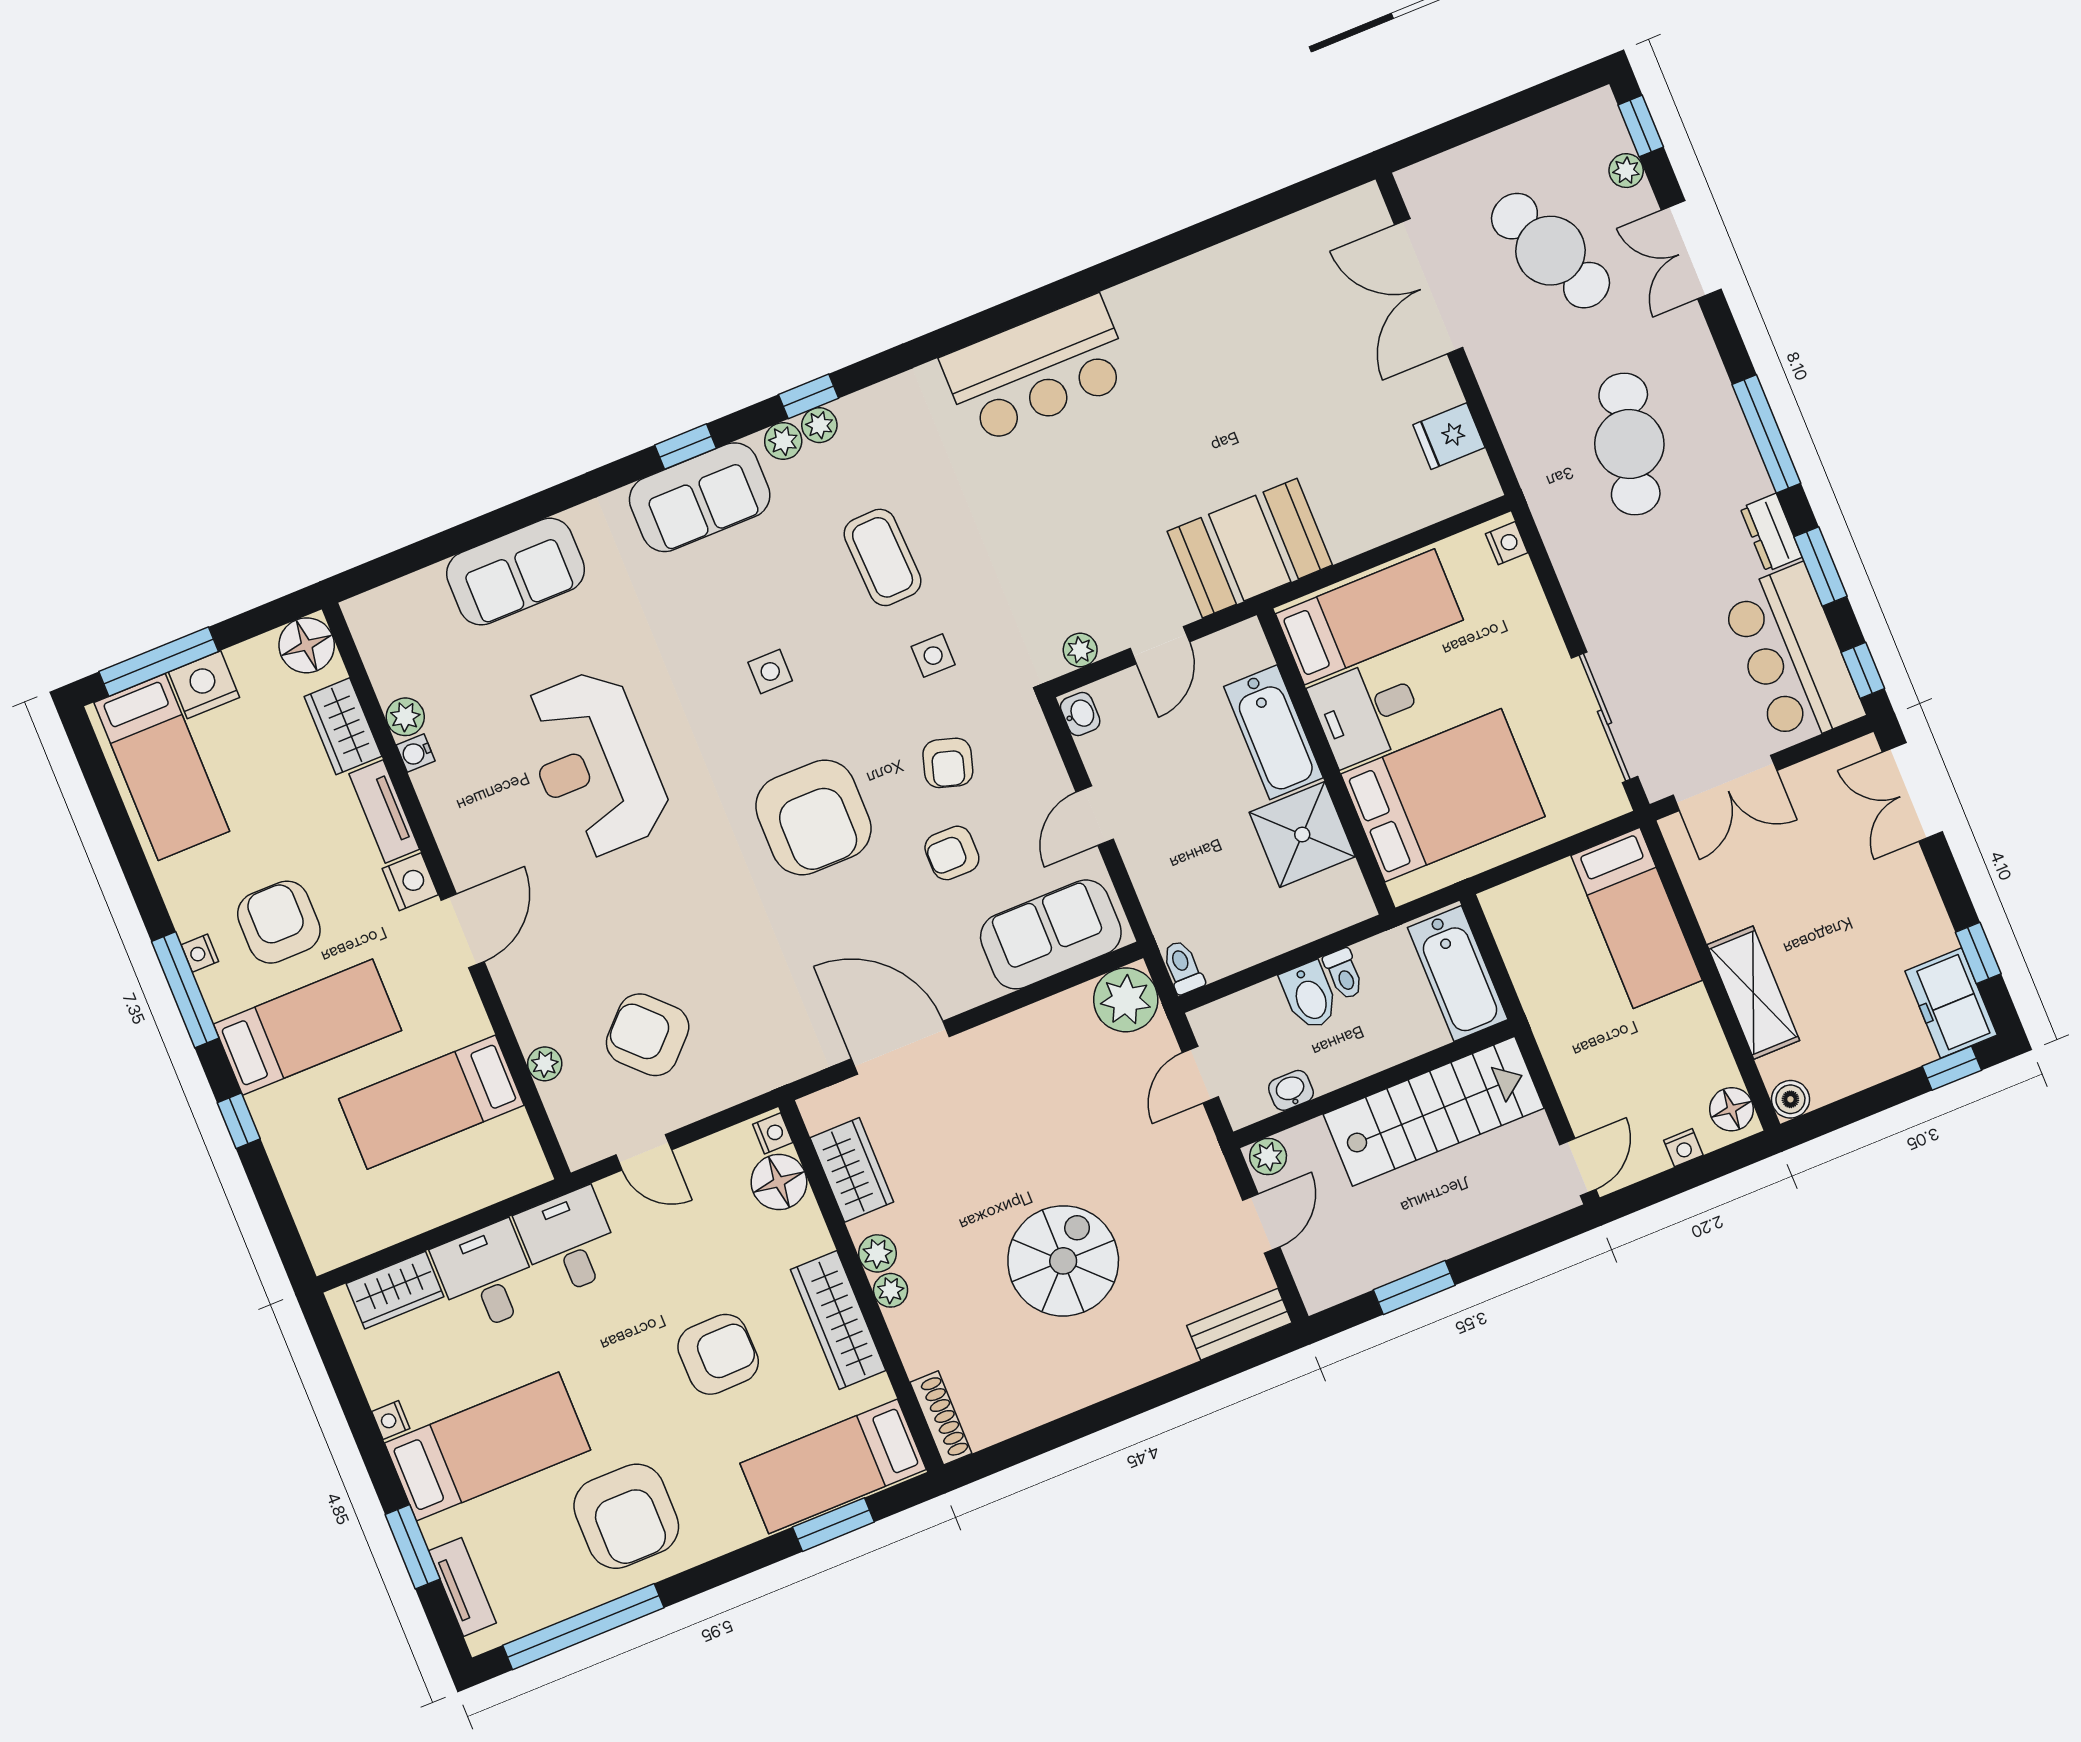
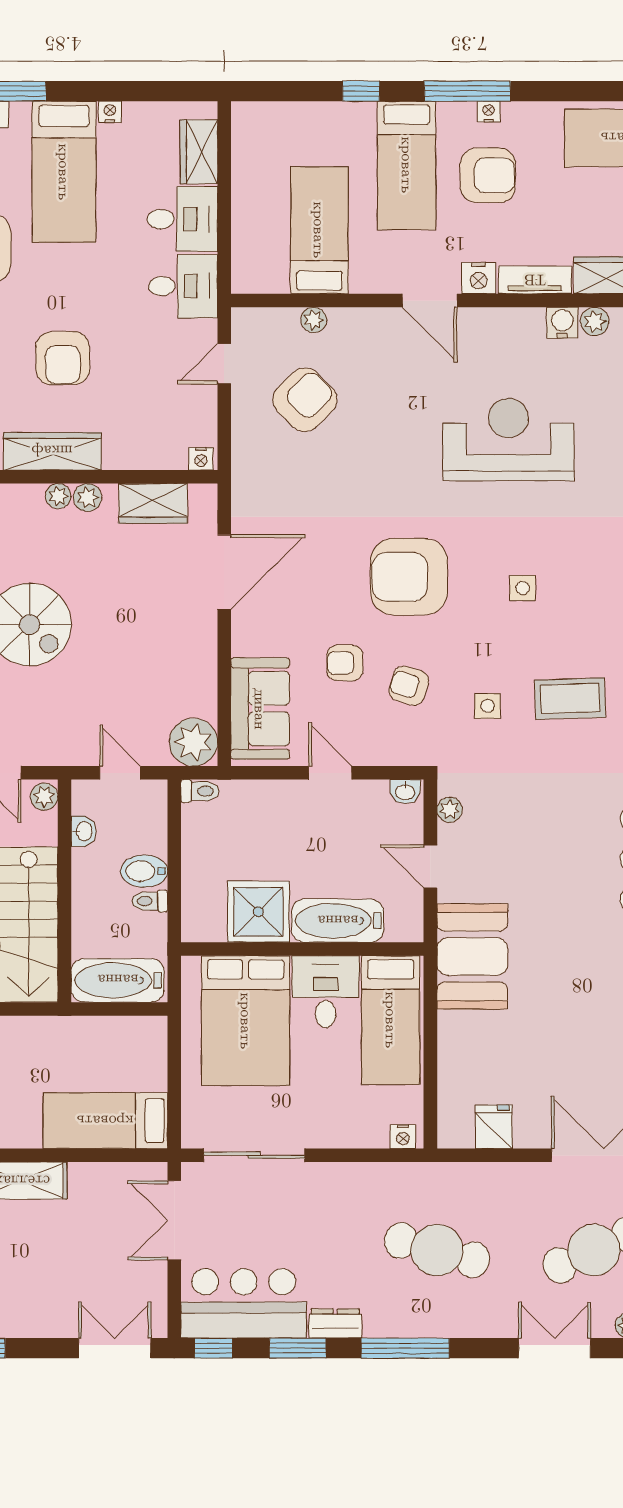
water cooler: (416, 753) -> (562, 323), width x1.38, depth x1.38
armchair: (952, 853) -> (345, 663), turned -90
floor lamp: (779, 1182) -> (165, 449), removed

